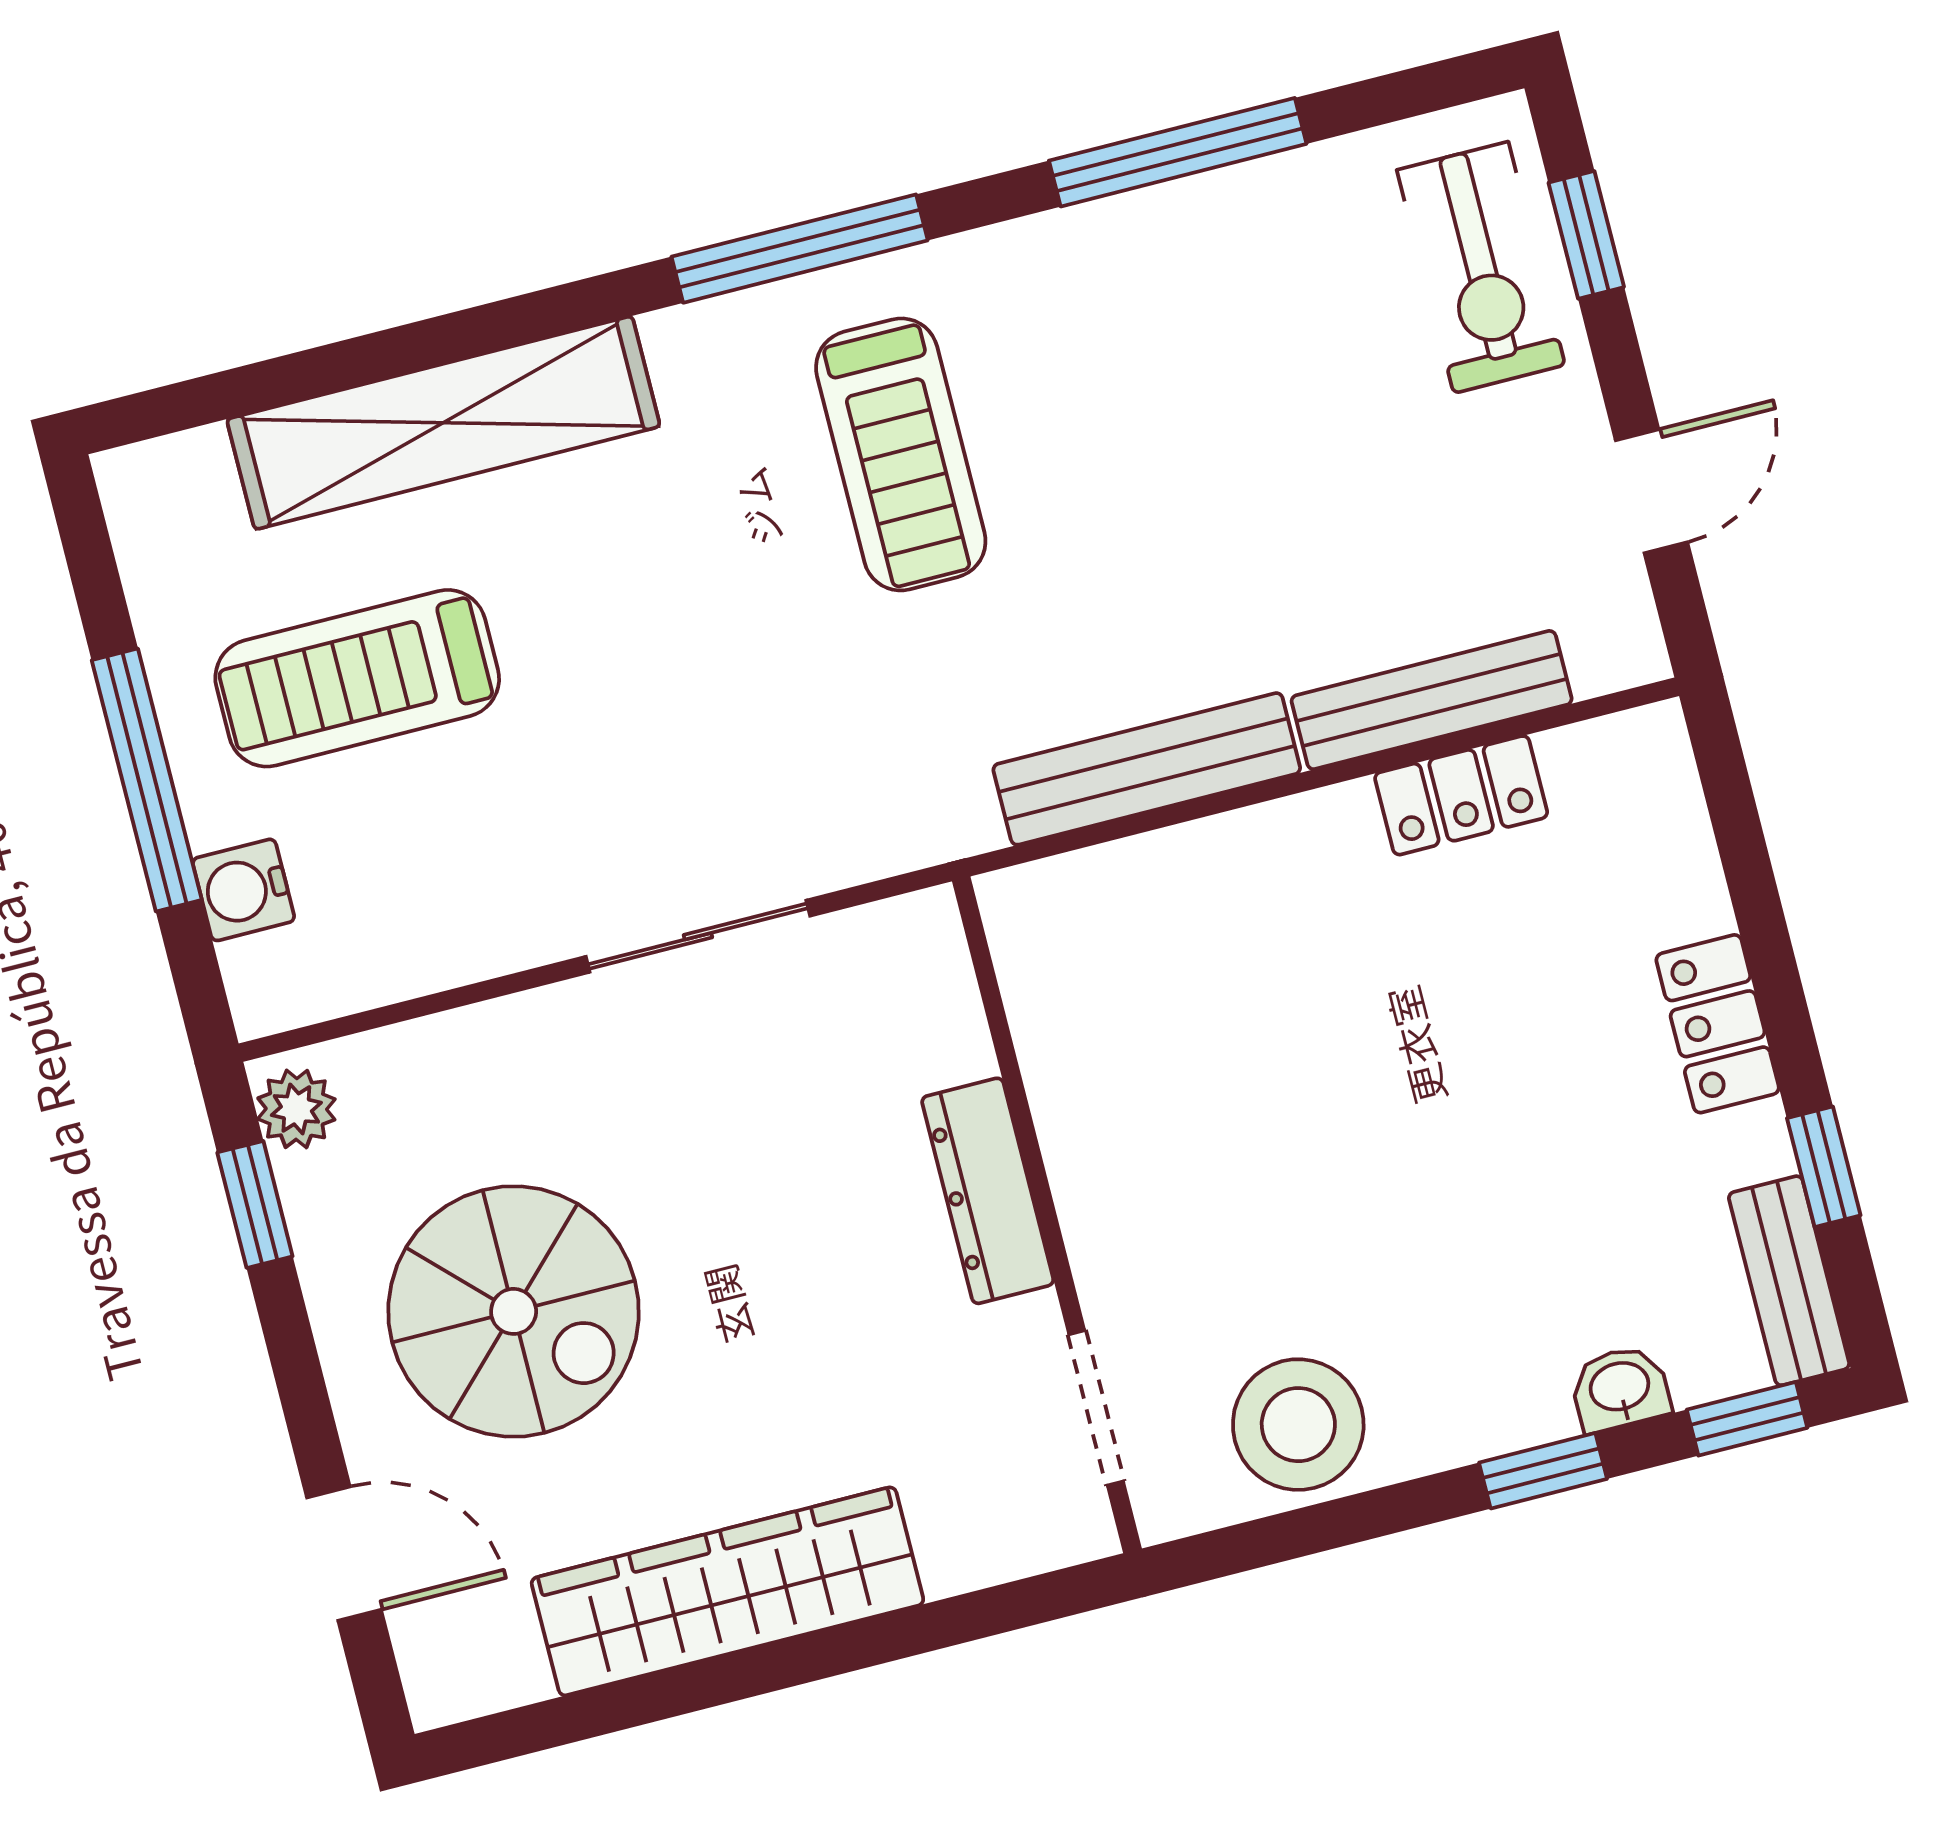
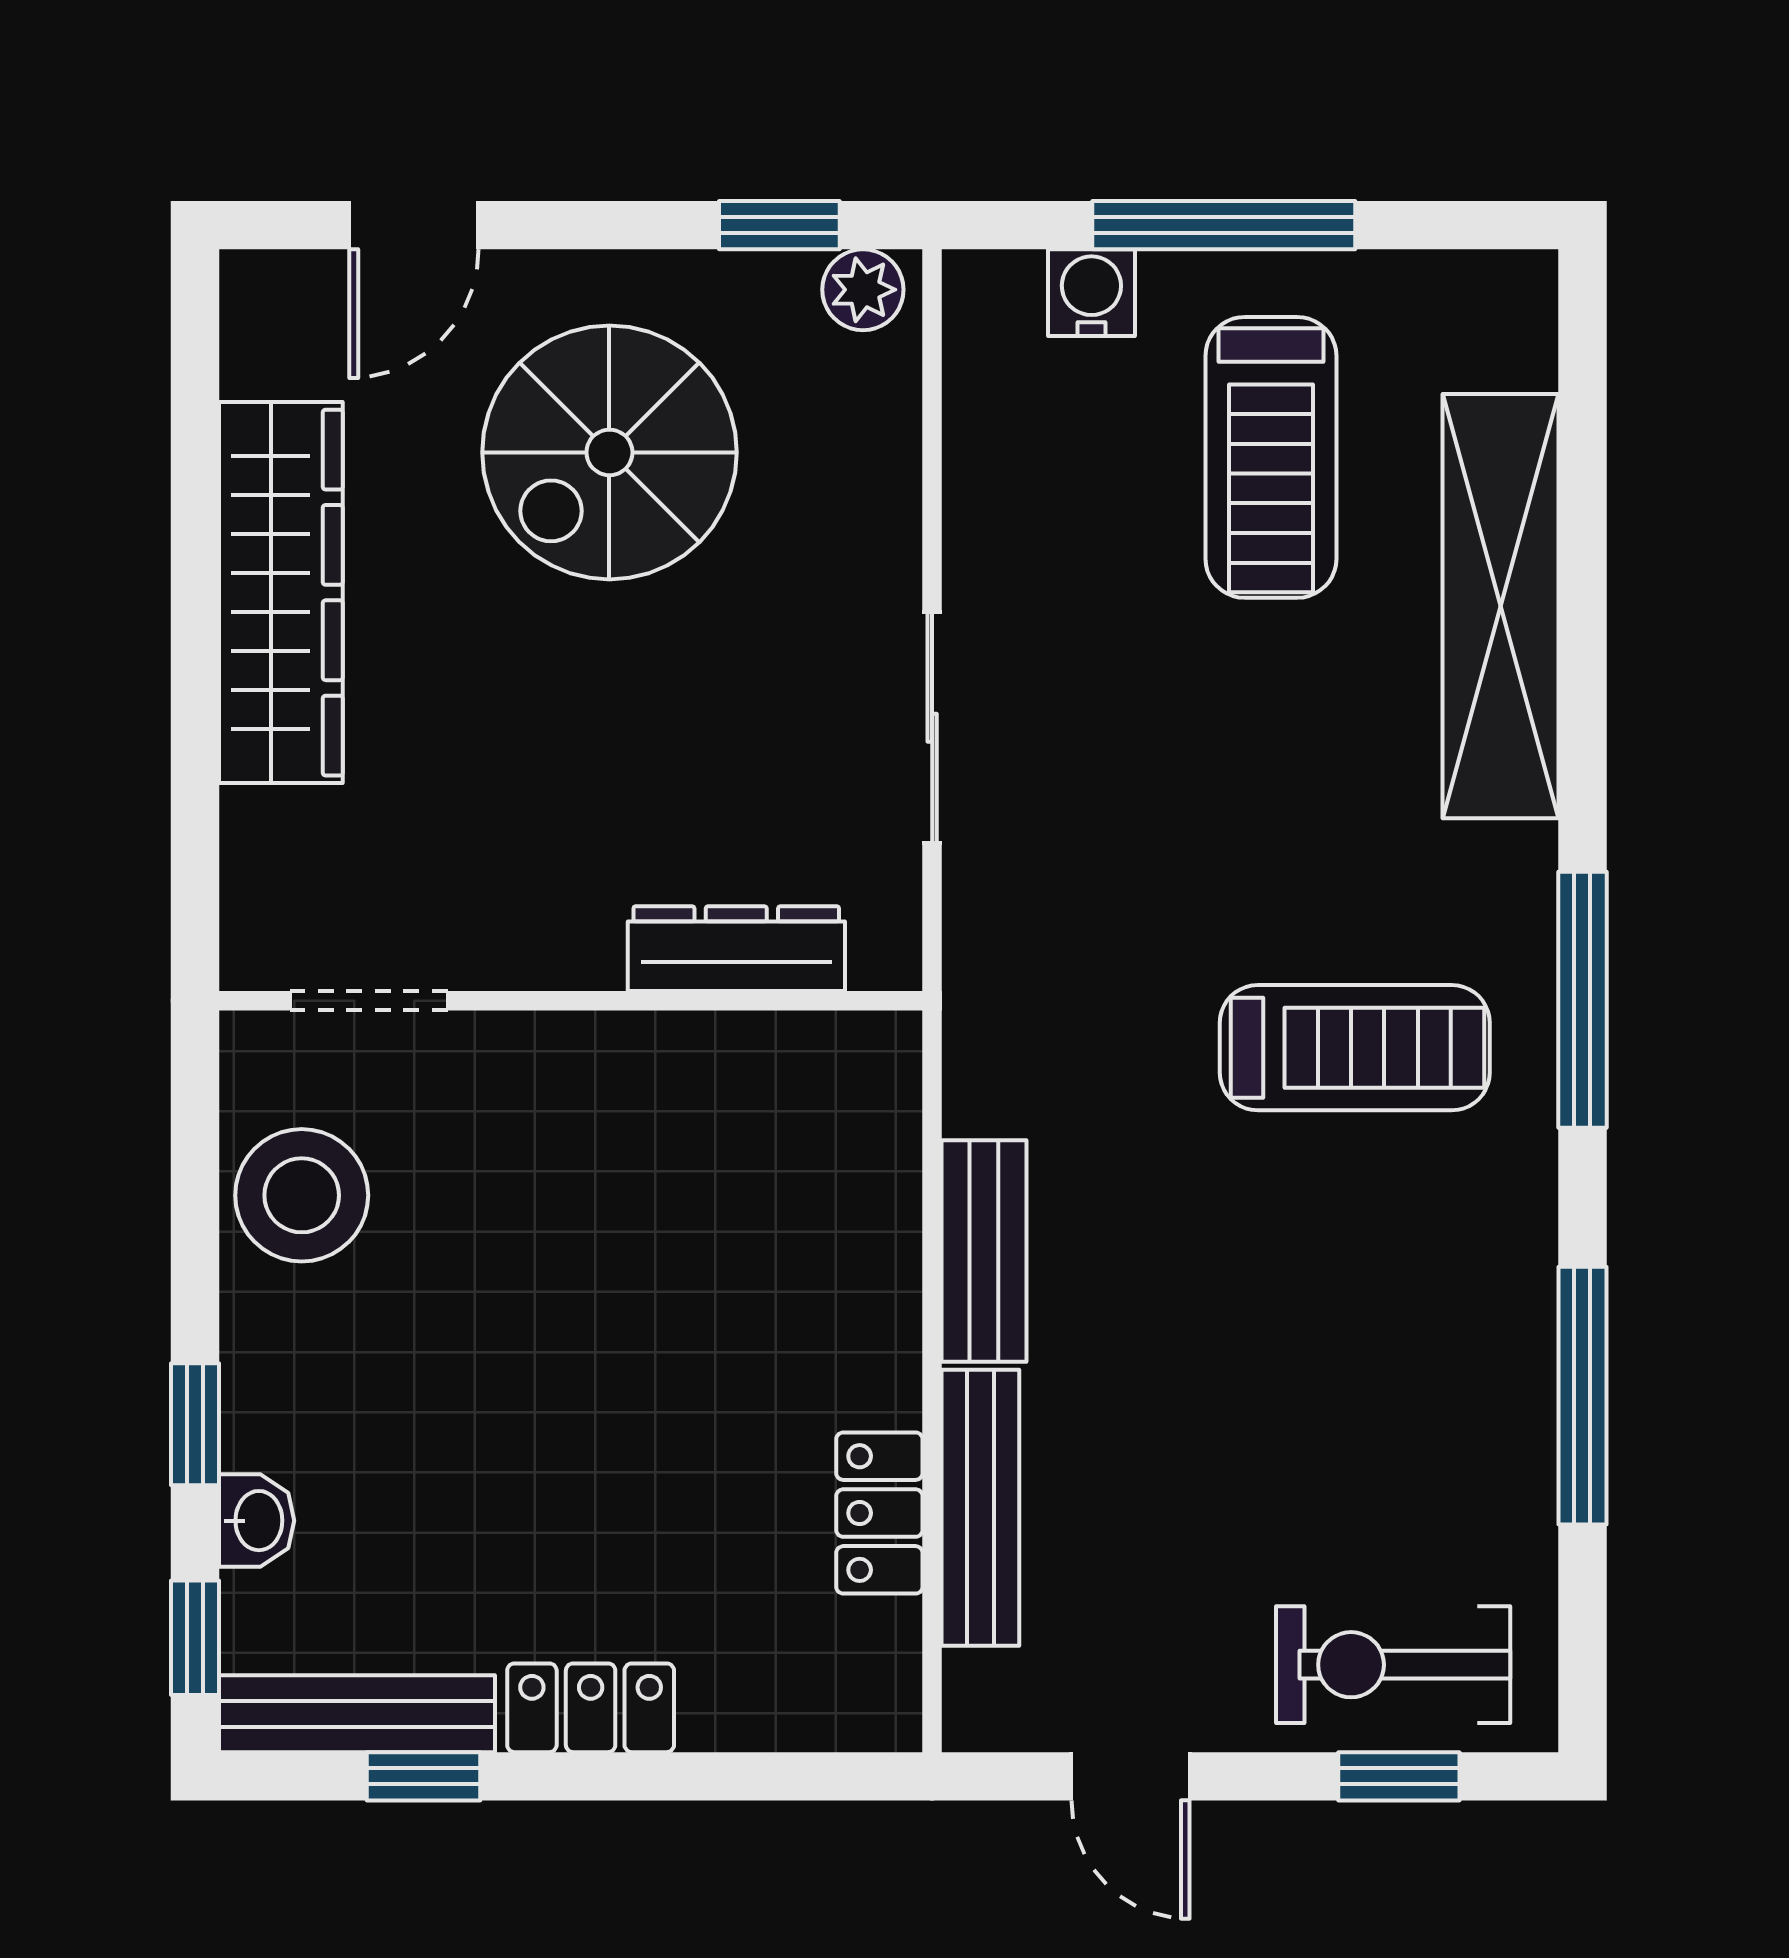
treadmill: (901, 454) -> (1355, 1048), turned 180
treadmill: (357, 678) -> (1271, 457), turned 180
bench: (1147, 769) -> (984, 1251), width x0.73
dresser: (988, 1191) -> (736, 949), moved
bench: (1789, 1281) -> (357, 1714), width x1.36

